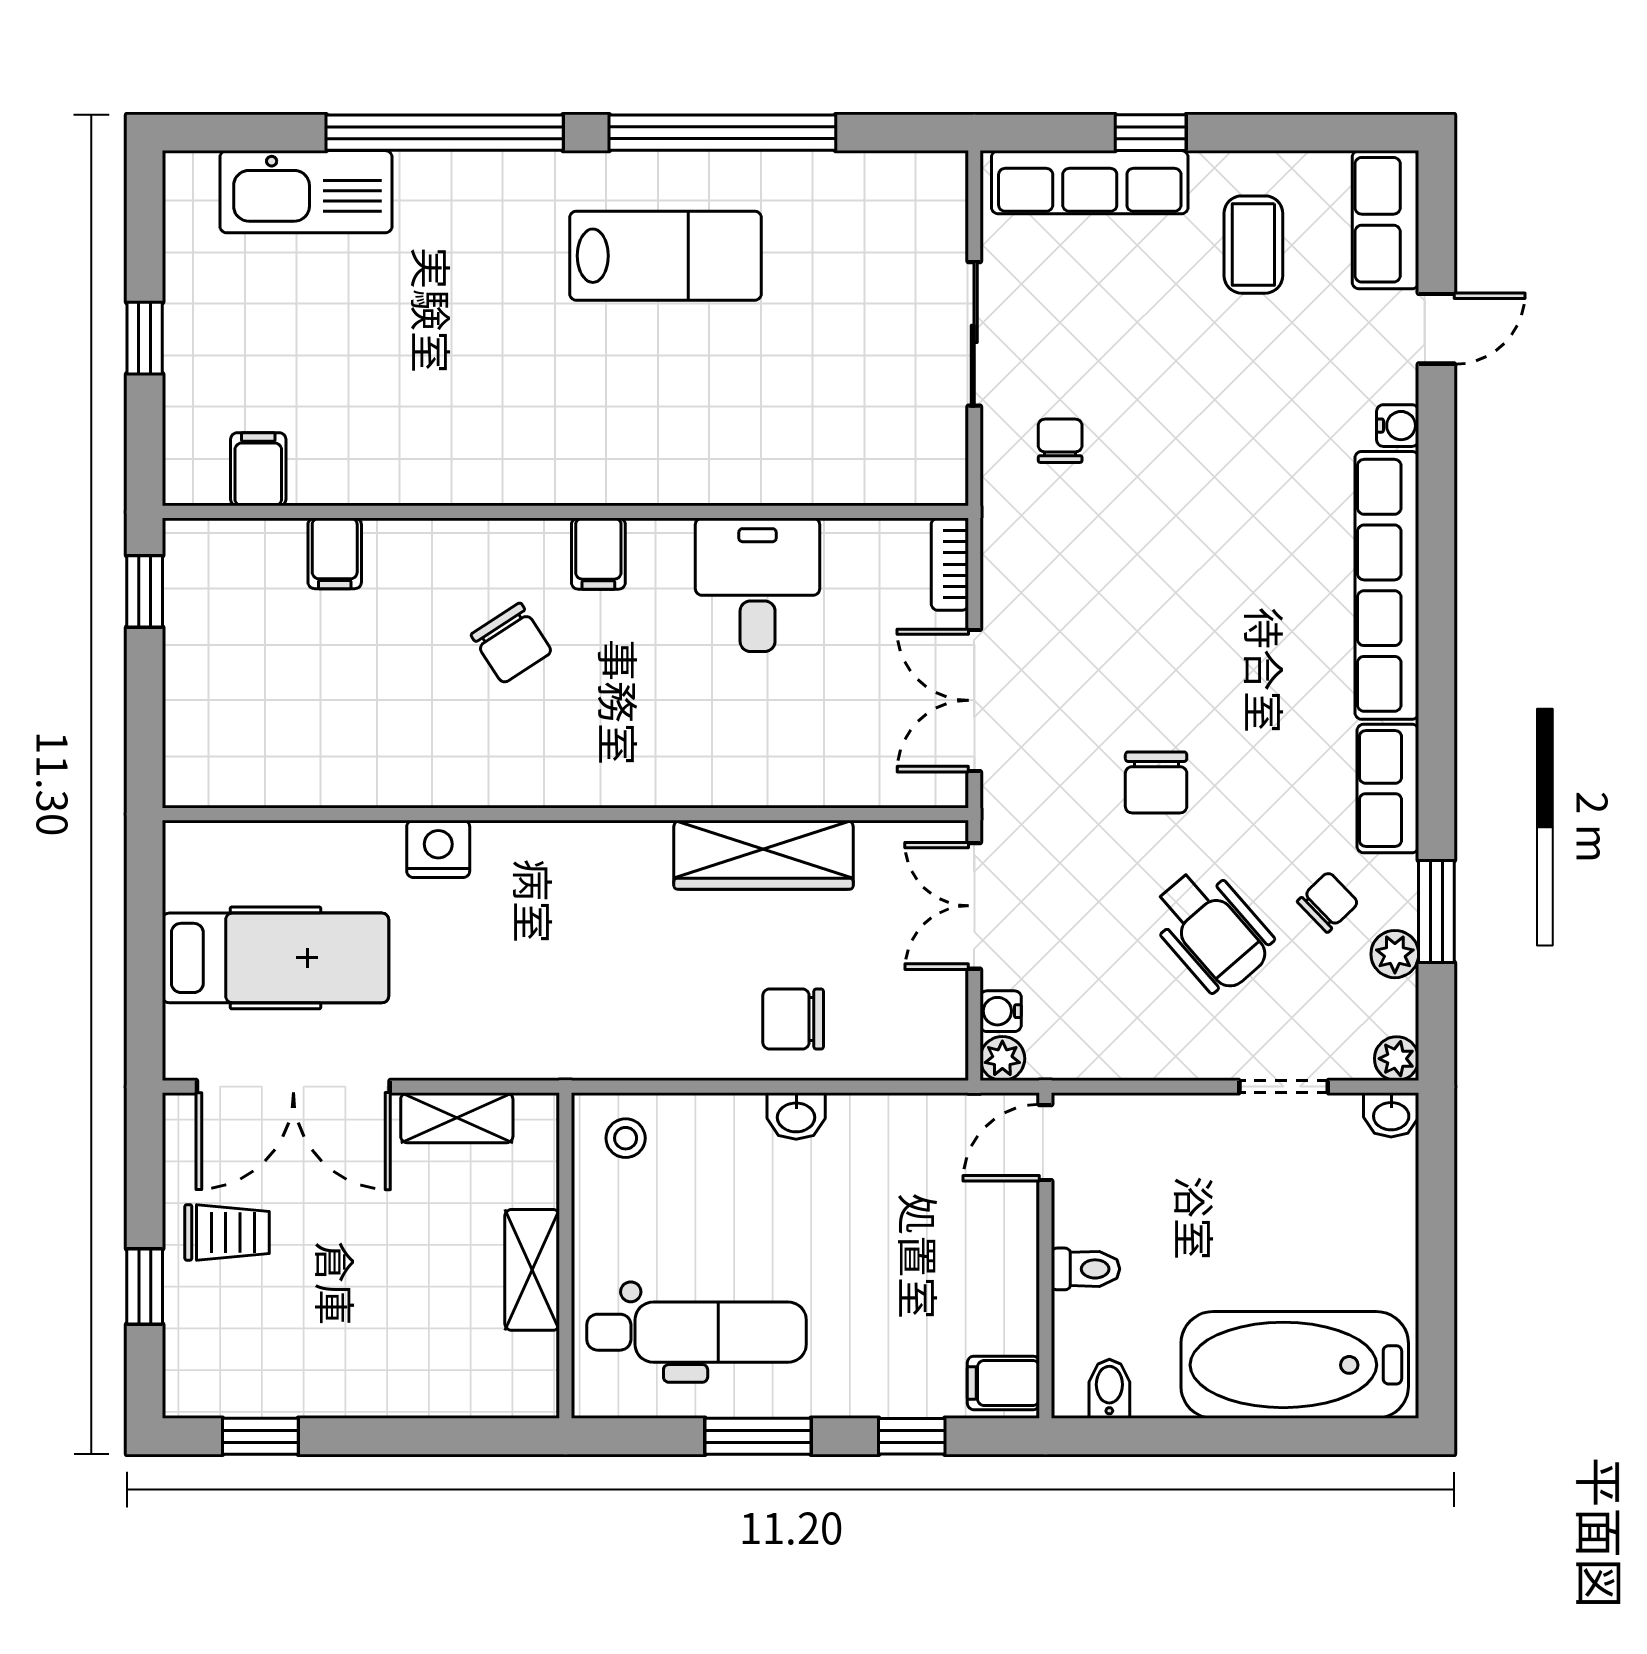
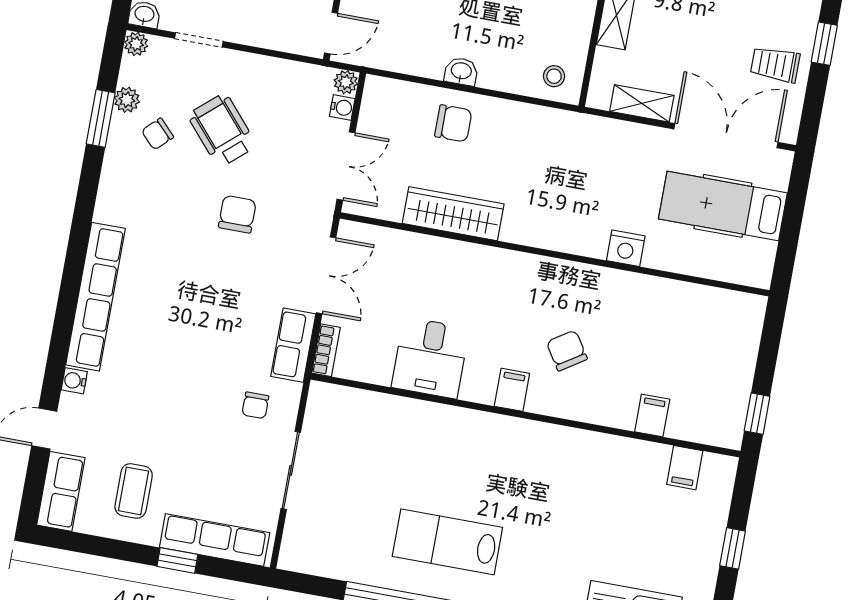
row of seats: (1388, 788) -> (293, 345), moved, turned 180

